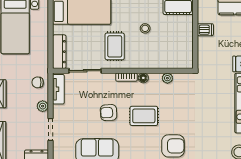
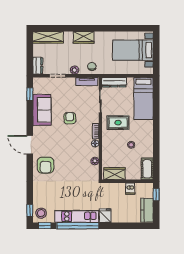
wardrobe: (185, 51) -> (114, 174), added
rug: (144, 116) -> (67, 144), removed

